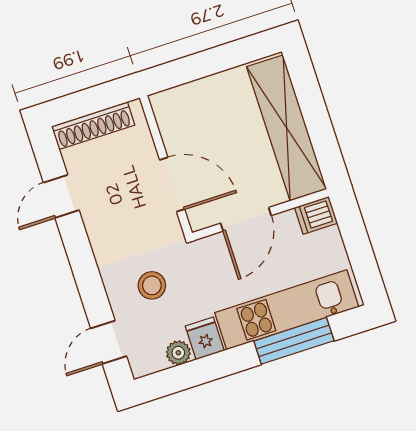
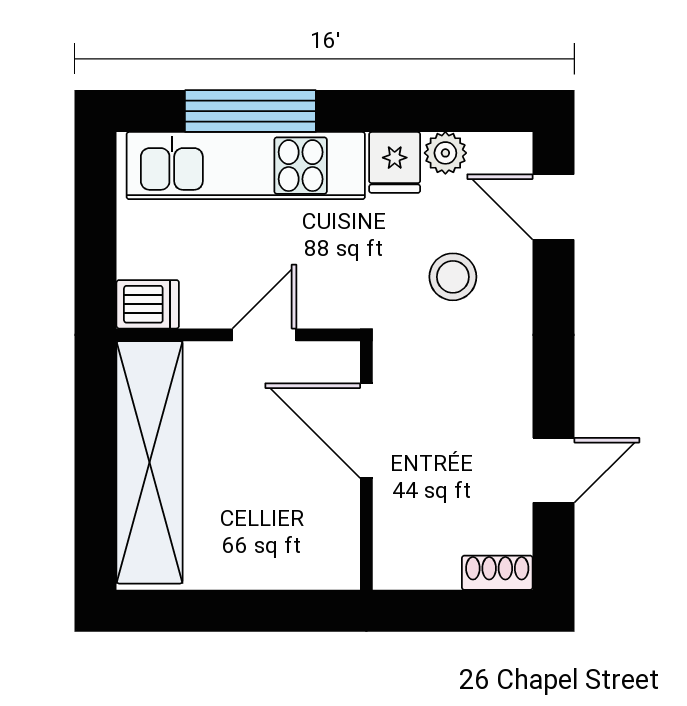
shoe rack: (93, 126) -> (497, 573), width x0.51, depth x0.81
door: (246, 219) -> (264, 335), width x0.73
door: (109, 342) -> (553, 207), swing flipped

